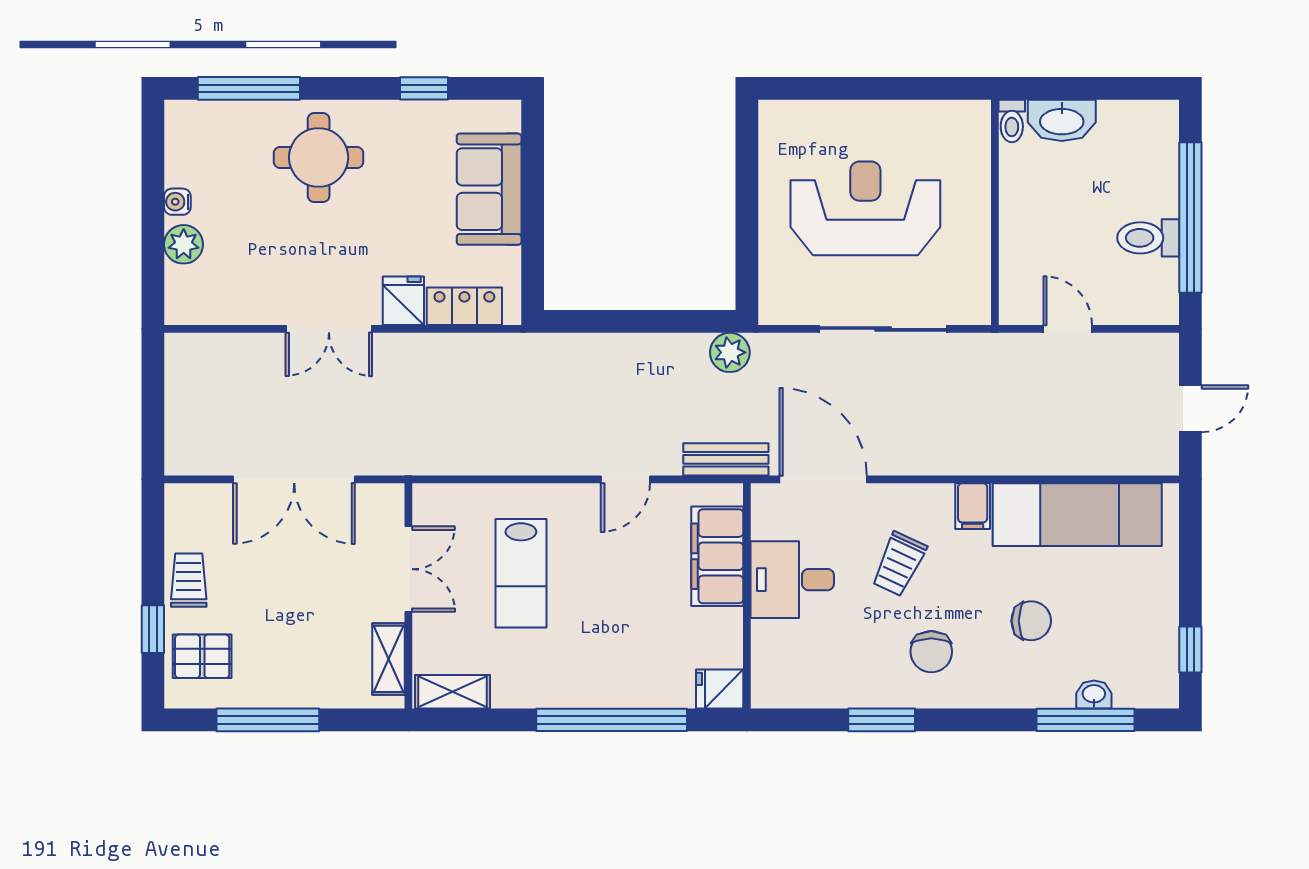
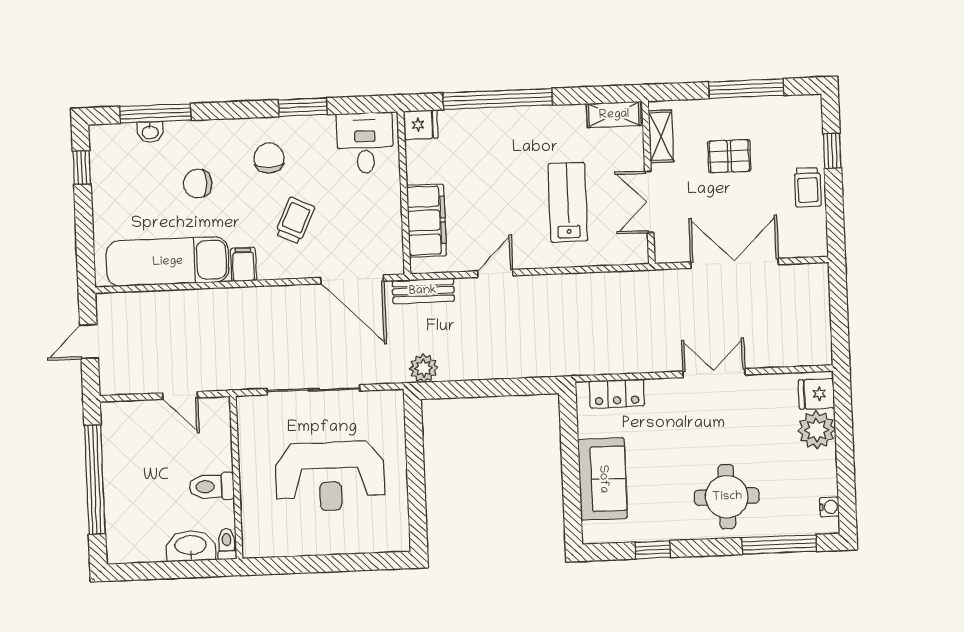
water cooler: (177, 202) -> (829, 507), moved
toilet: (1148, 238) -> (211, 487), moved, turned 180
plant: (184, 244) -> (817, 430), width x1.36, depth x1.36
fridge: (403, 301) -> (816, 394), moved, turned 90
desk: (792, 580) -> (365, 143), moved, turned -90
pallet: (202, 656) -> (729, 156), moved

